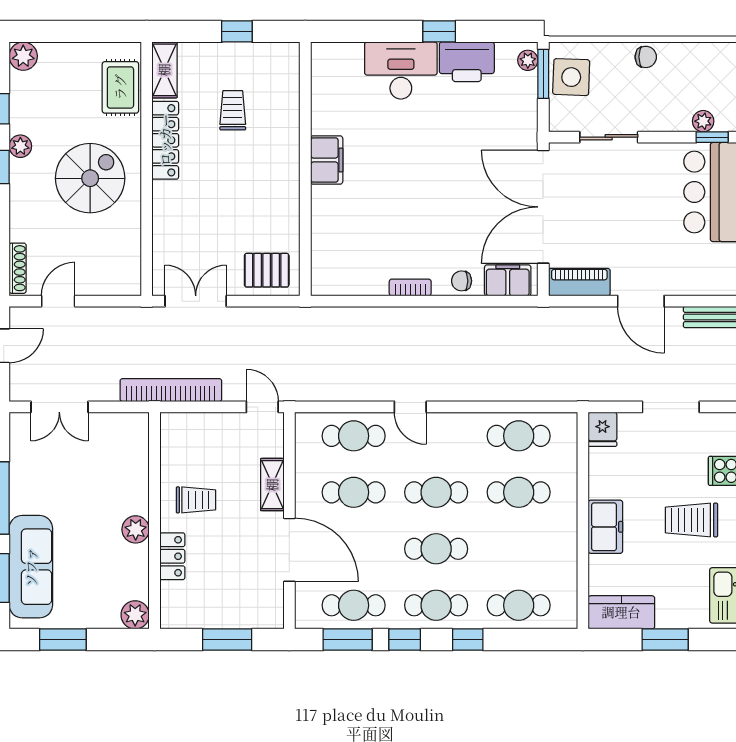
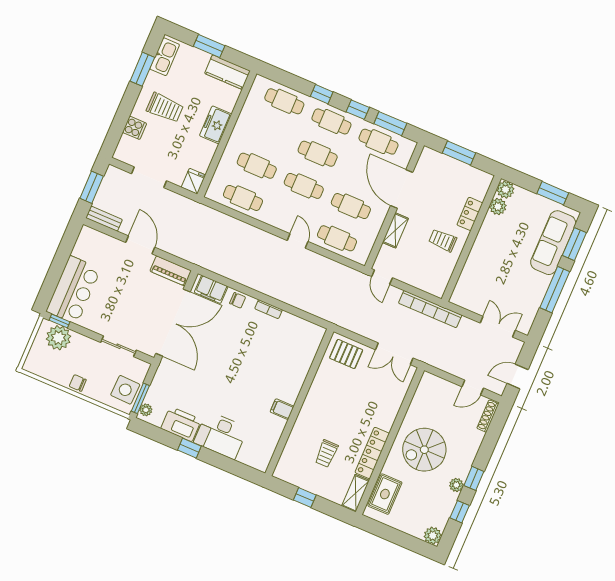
plant: (703, 121) -> (58, 338), width x1.88, depth x1.88
filing cabinet: (327, 160) -> (282, 409), width x0.50
plant: (136, 529) -> (498, 207), moved

